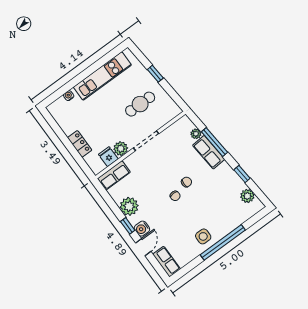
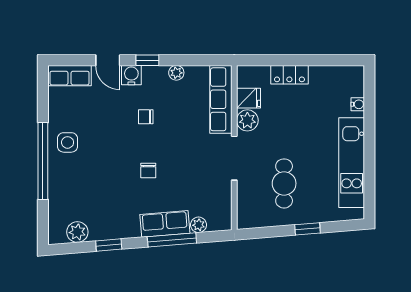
row of seats: (114, 175) -> (221, 99), width x1.48
chair: (175, 196) -> (146, 117), moved
plant: (129, 206) -> (176, 73), width x0.53, depth x0.53

